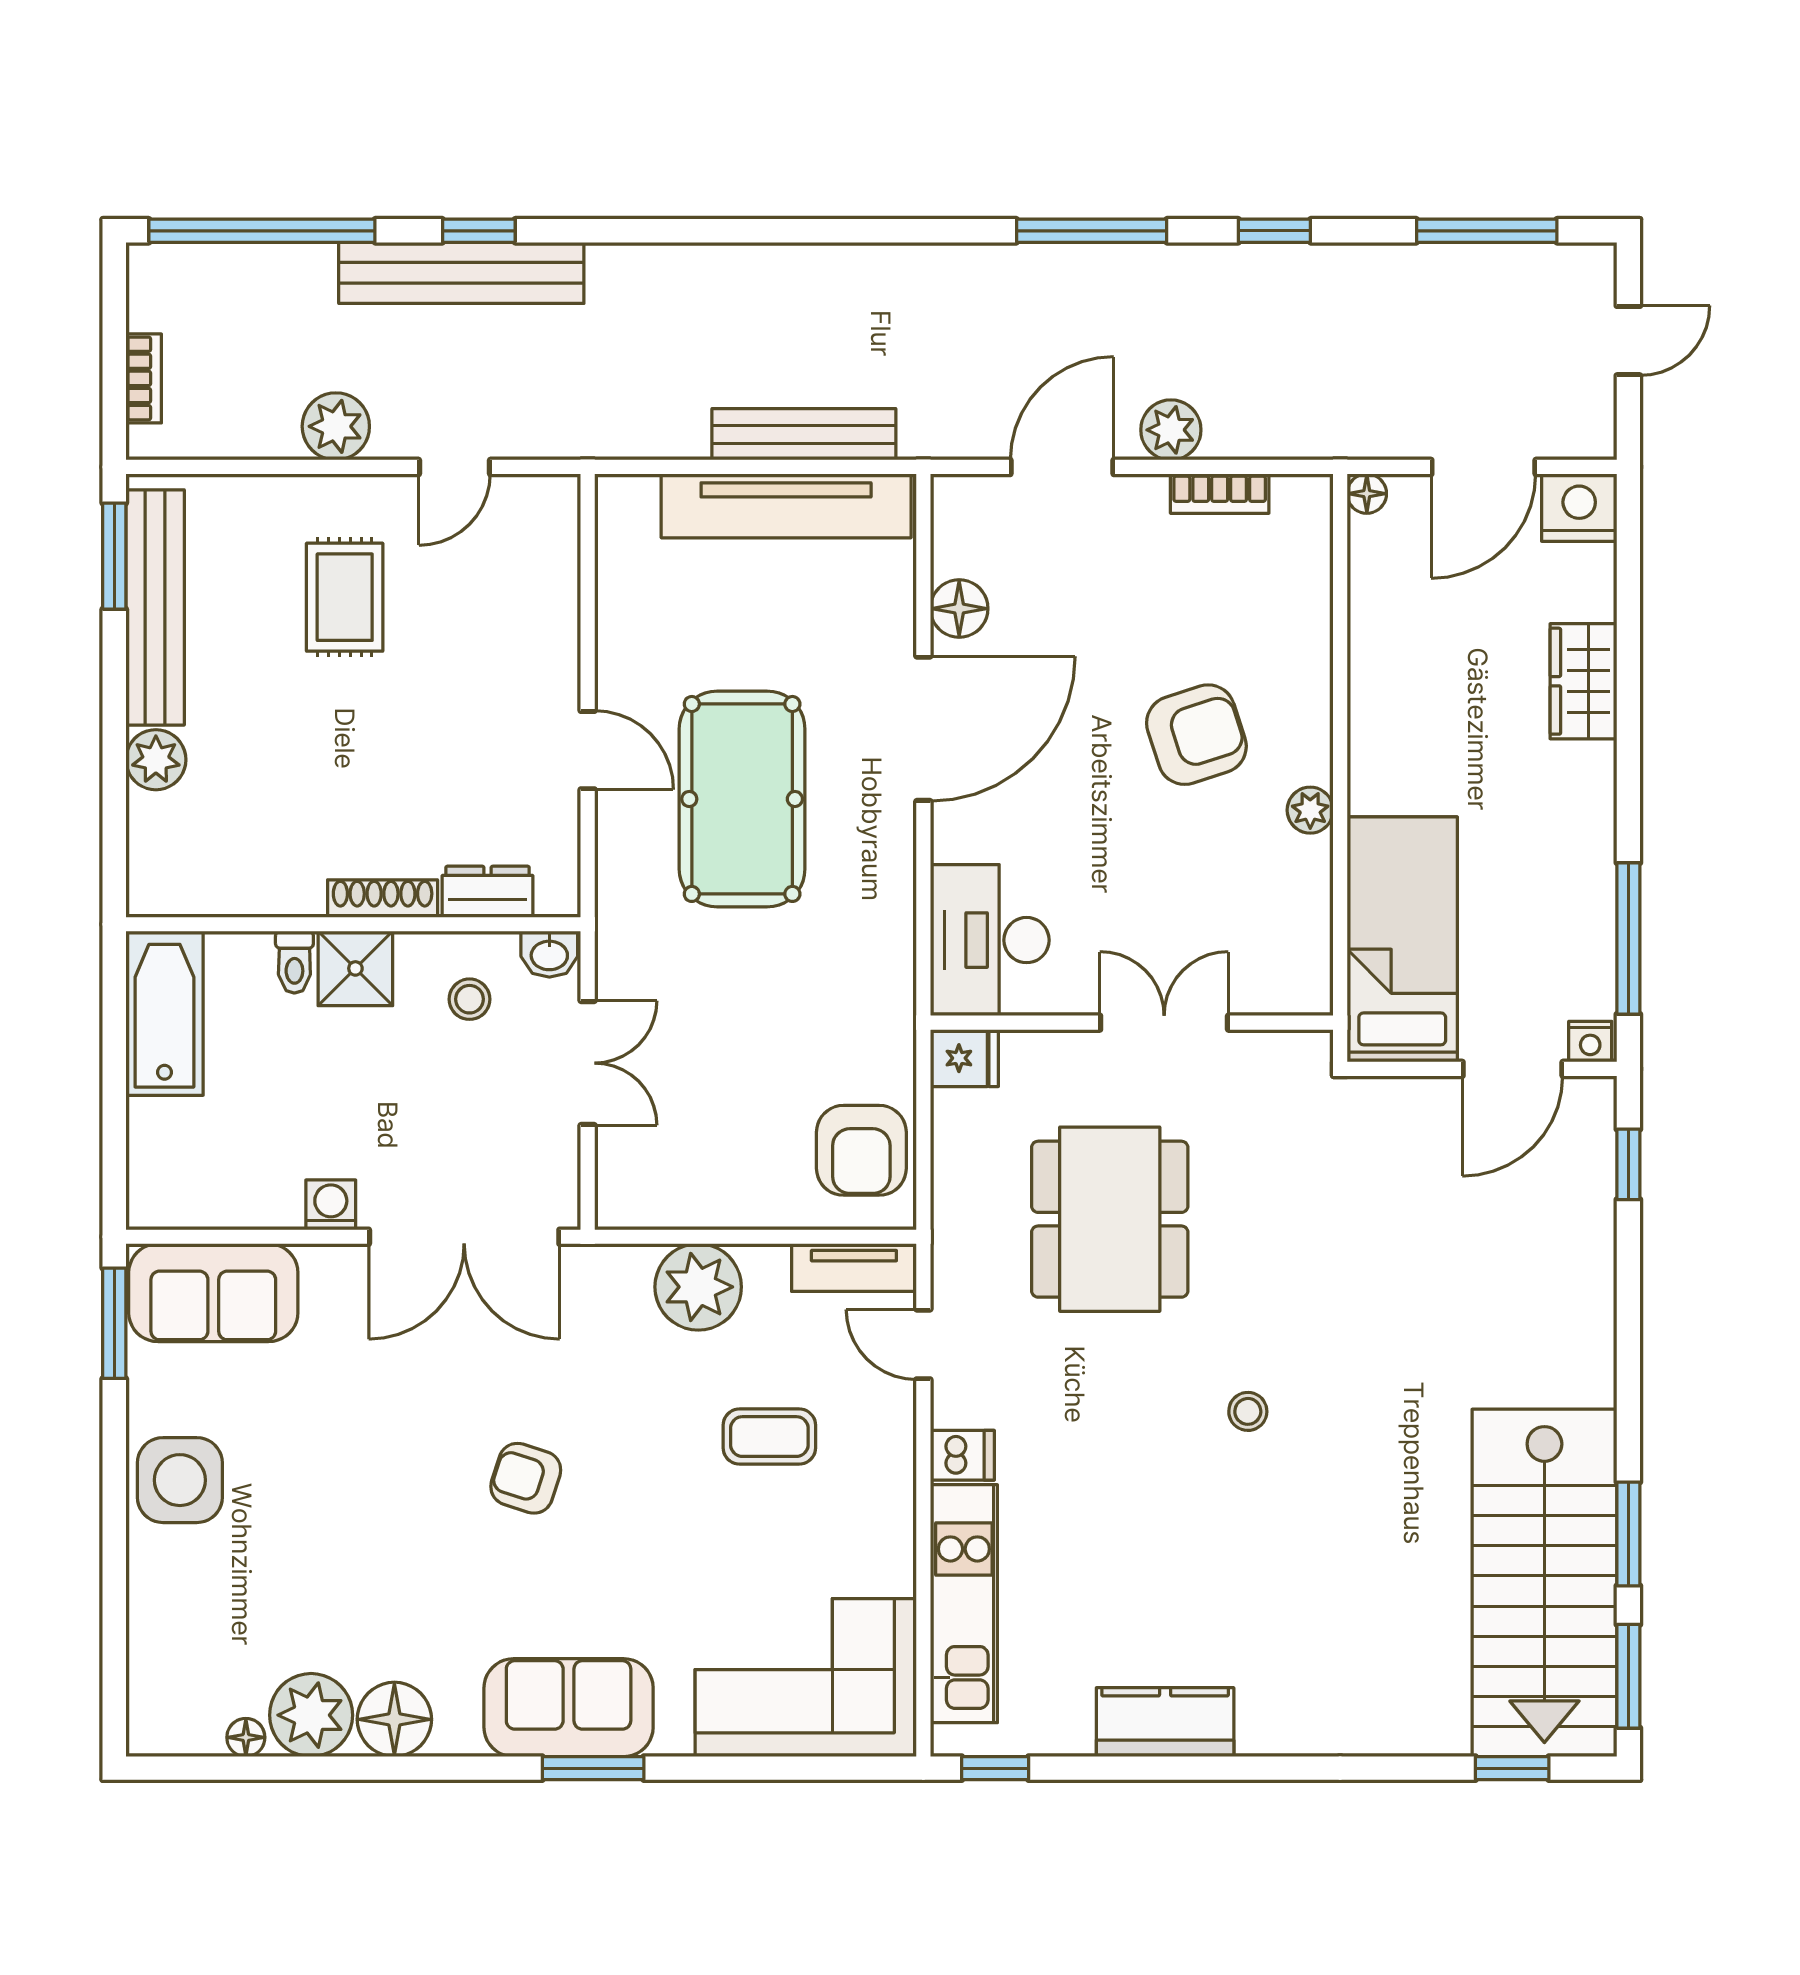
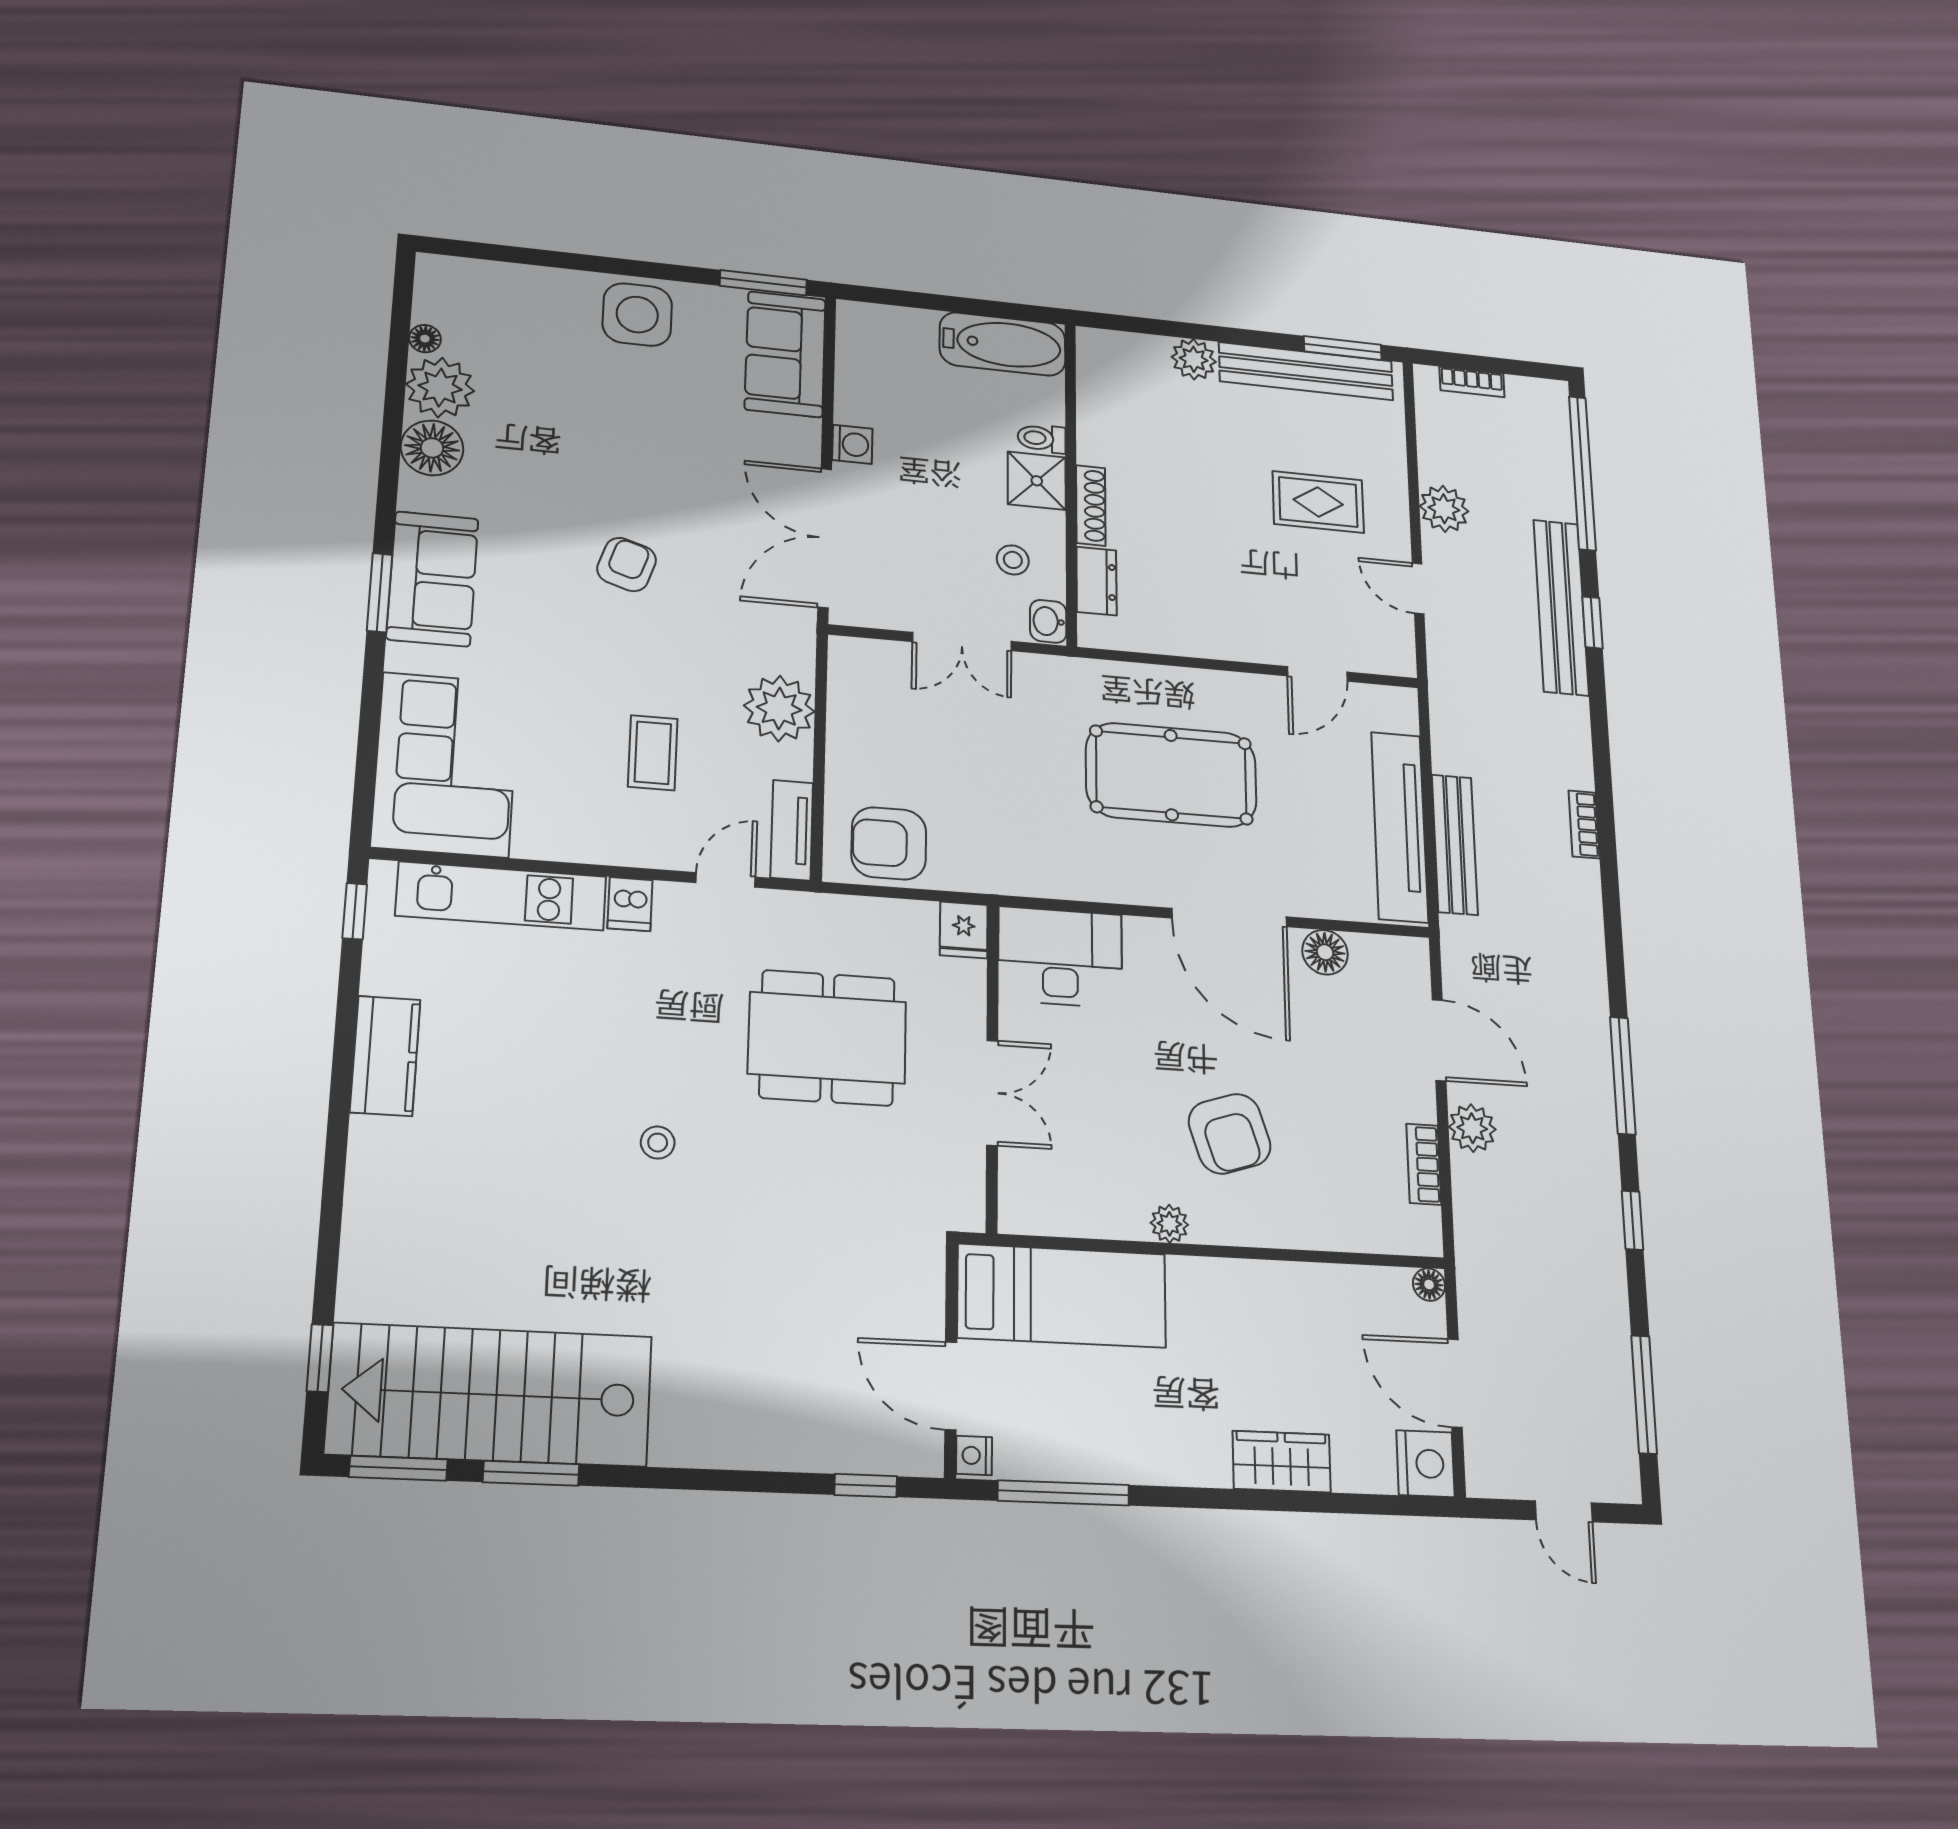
bookcase: (762, 260) -> (1584, 824), added
door: (588, 750) -> (1317, 674), moved

